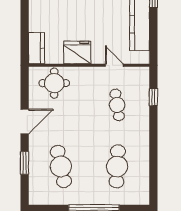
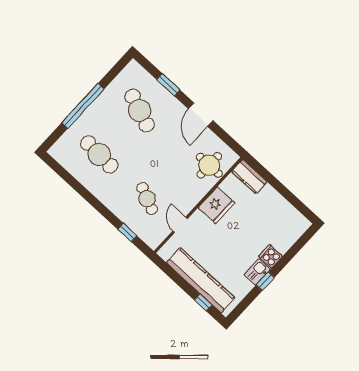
door: (114, 65) -> (180, 225), swing flipped
cafe table: (117, 105) -> (147, 199), turned 33
cafe table: (61, 166) -> (140, 111), turned 33

